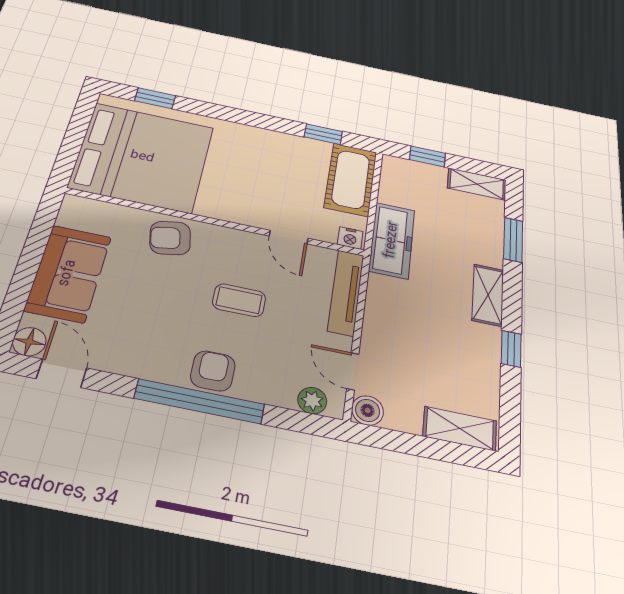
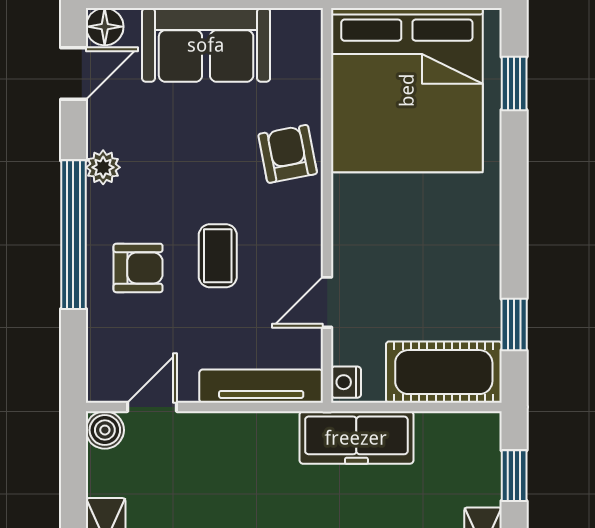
armchair: (213, 371) -> (138, 268), moved
plant: (312, 401) -> (103, 167), moved

